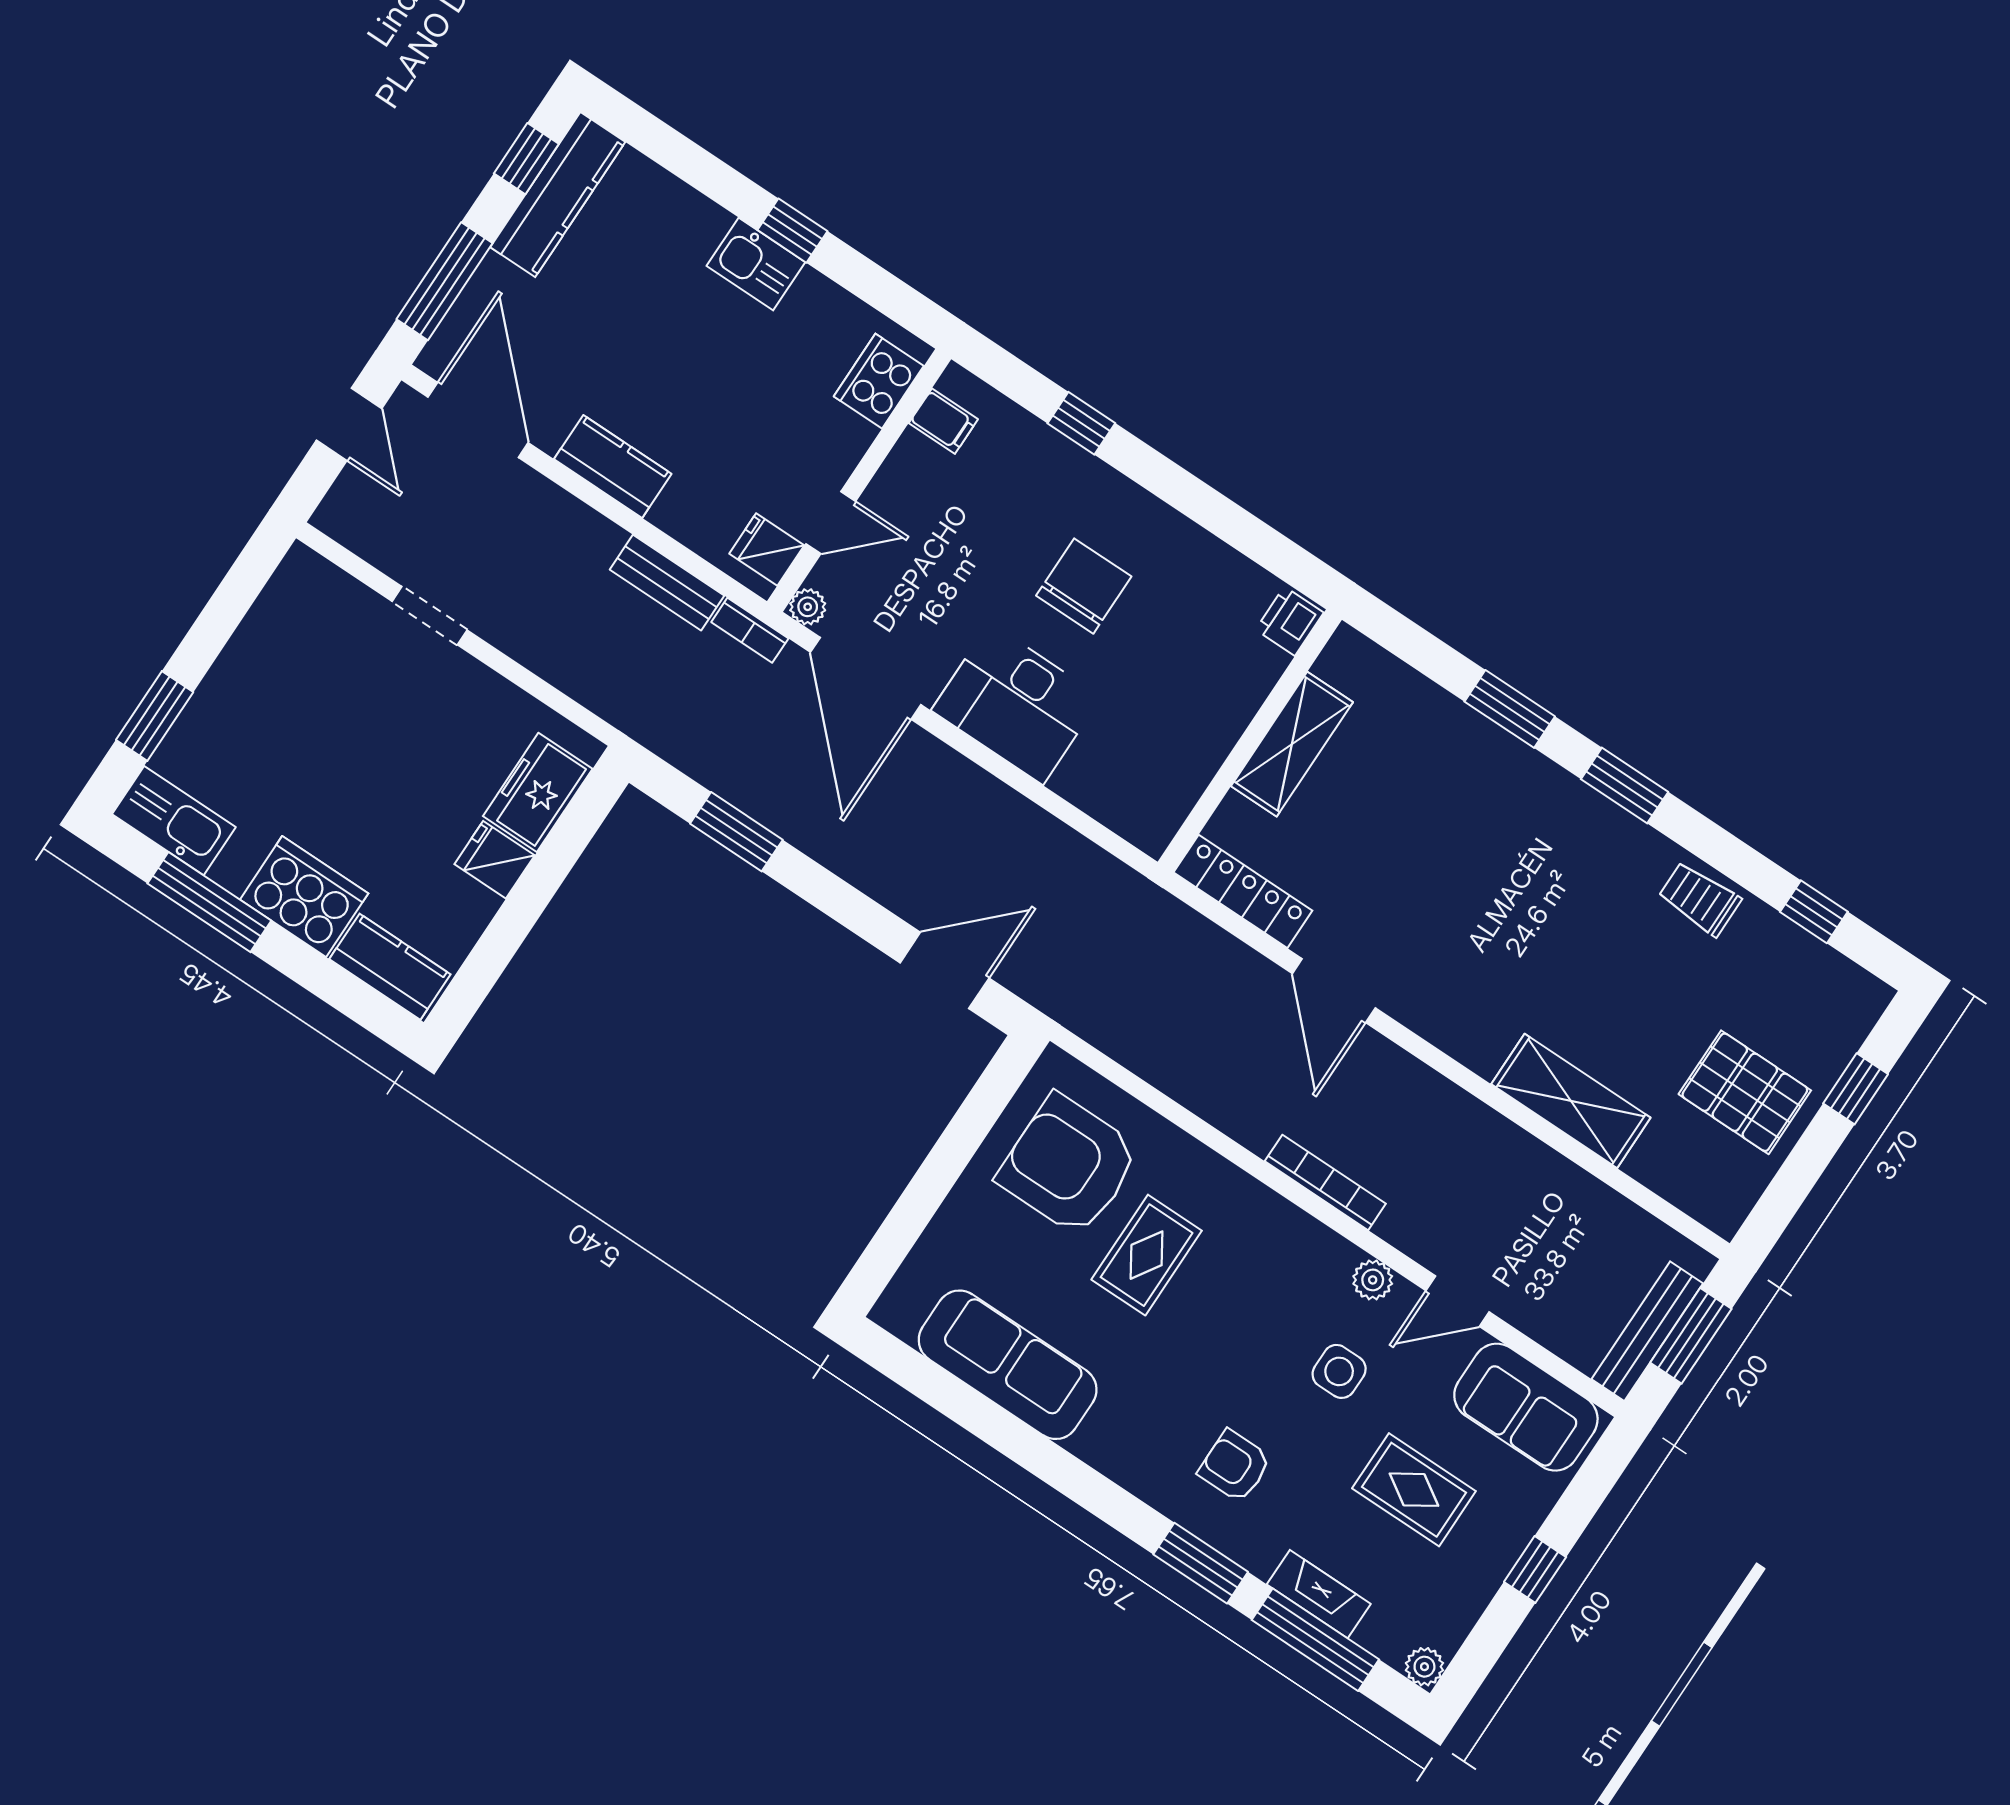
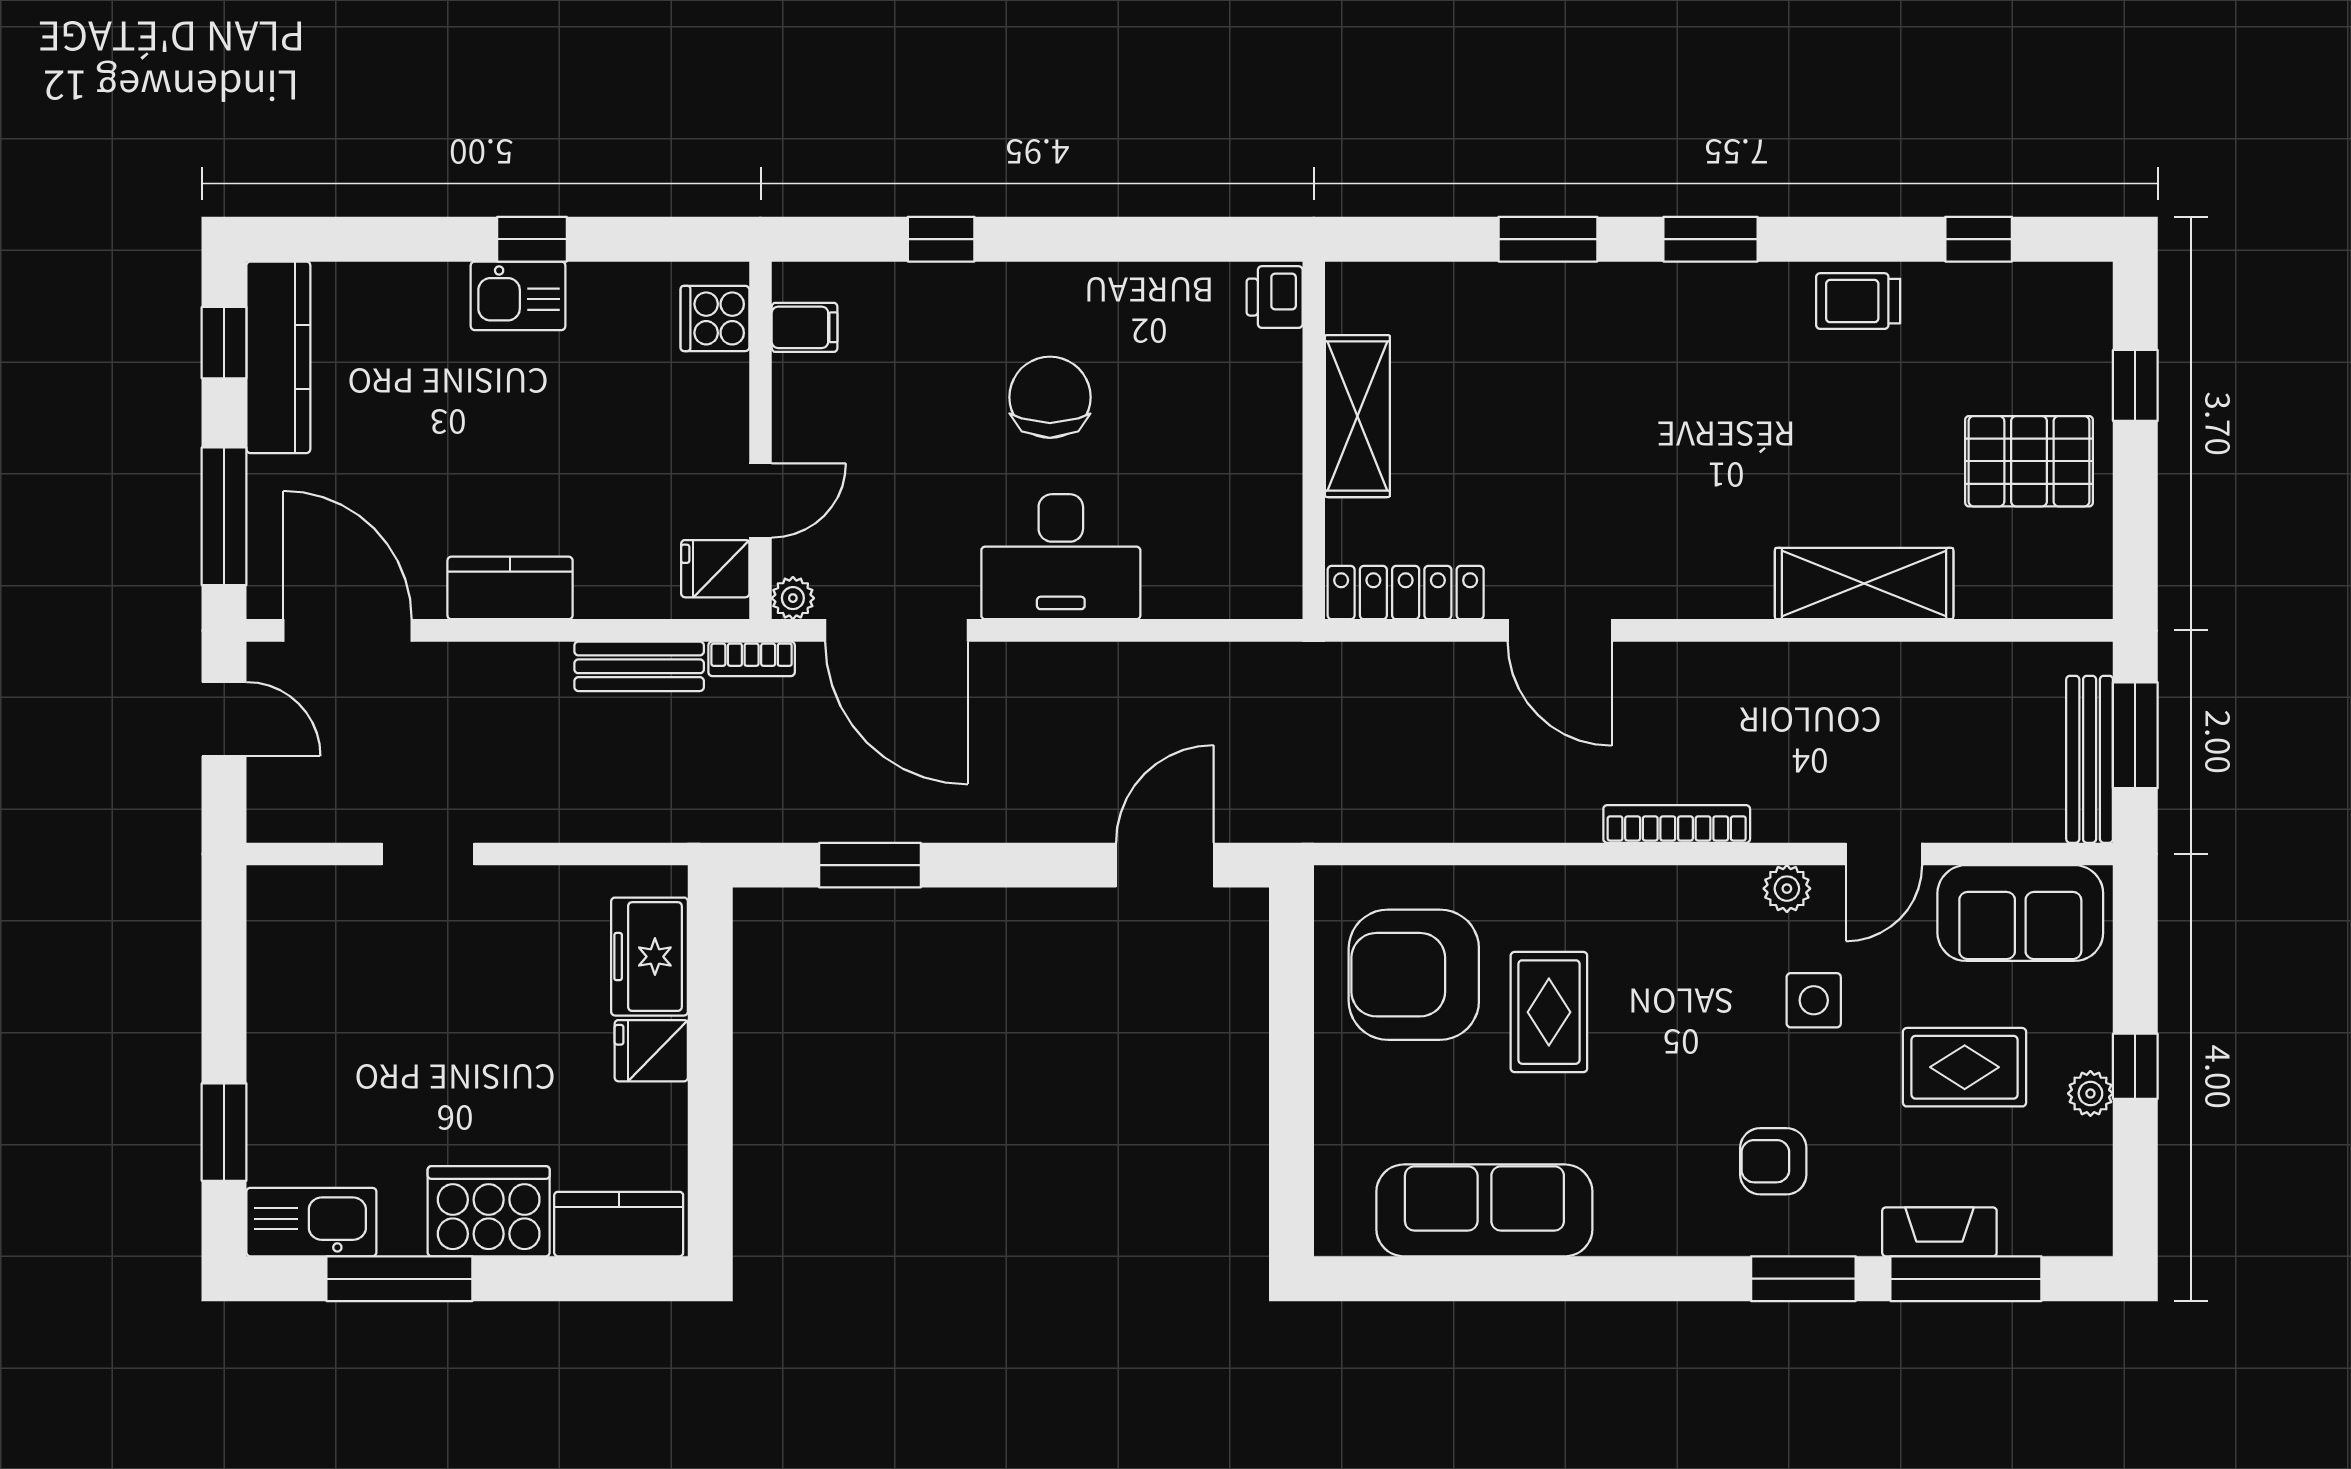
cooker: (879, 381) -> (715, 318), width x0.73
plant: (1424, 1667) -> (2090, 1093), moved

